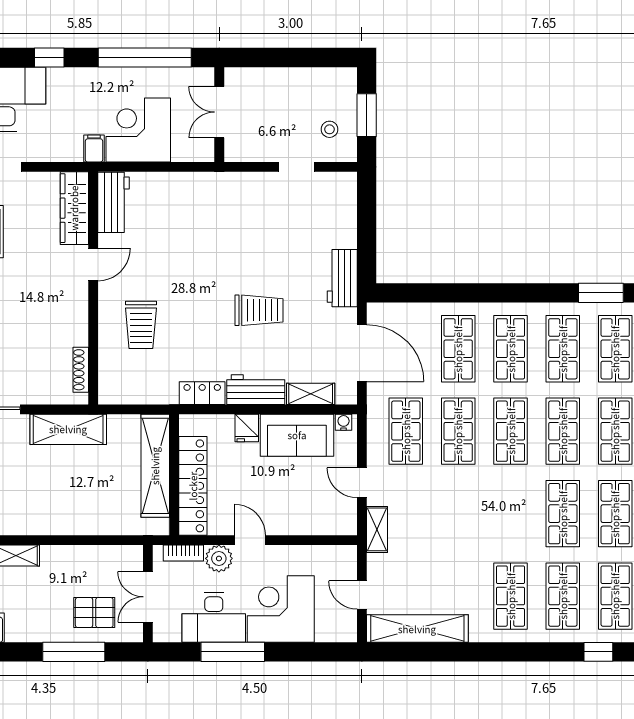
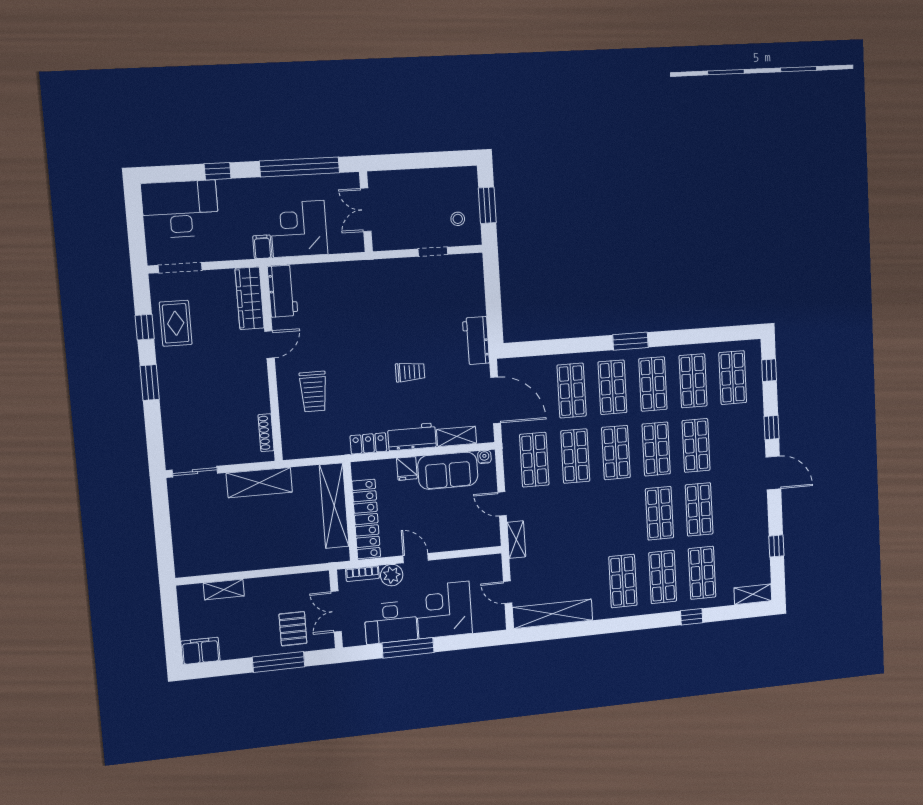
window: (601, 293) -> (631, 341), moved
trolley: (259, 310) -> (410, 372), width x0.73, depth x0.72
pallet: (94, 613) -> (293, 629), turned 90

